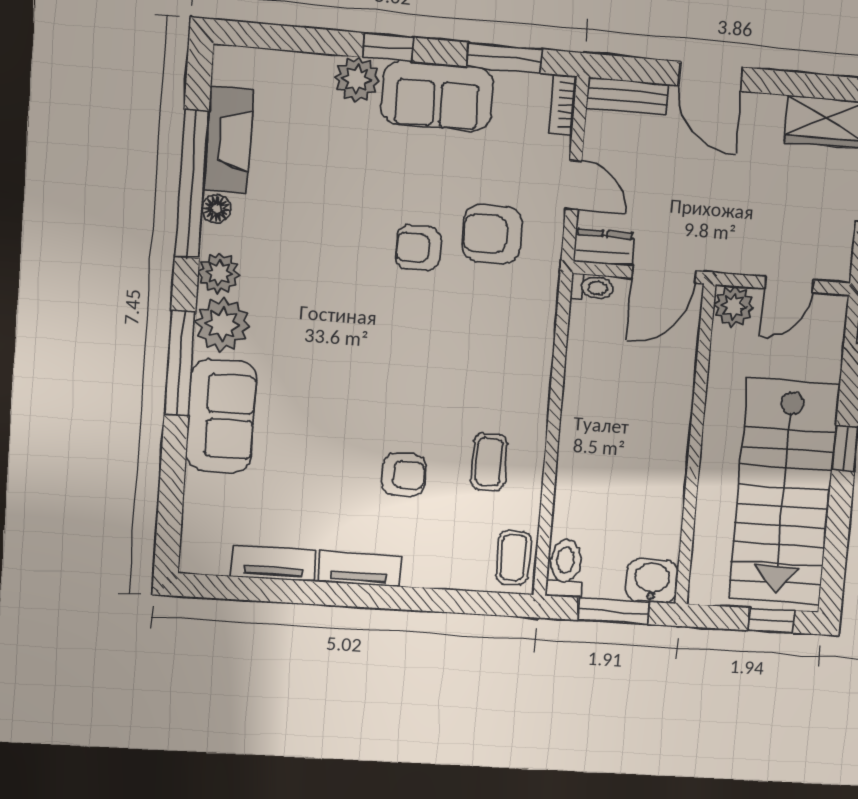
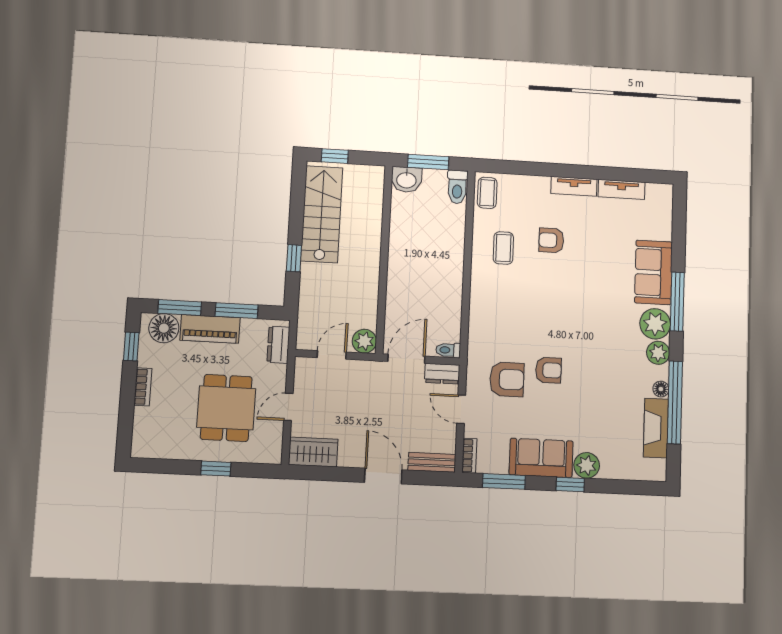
stairs: (784, 492) -> (322, 214), width x0.73, depth x0.66

